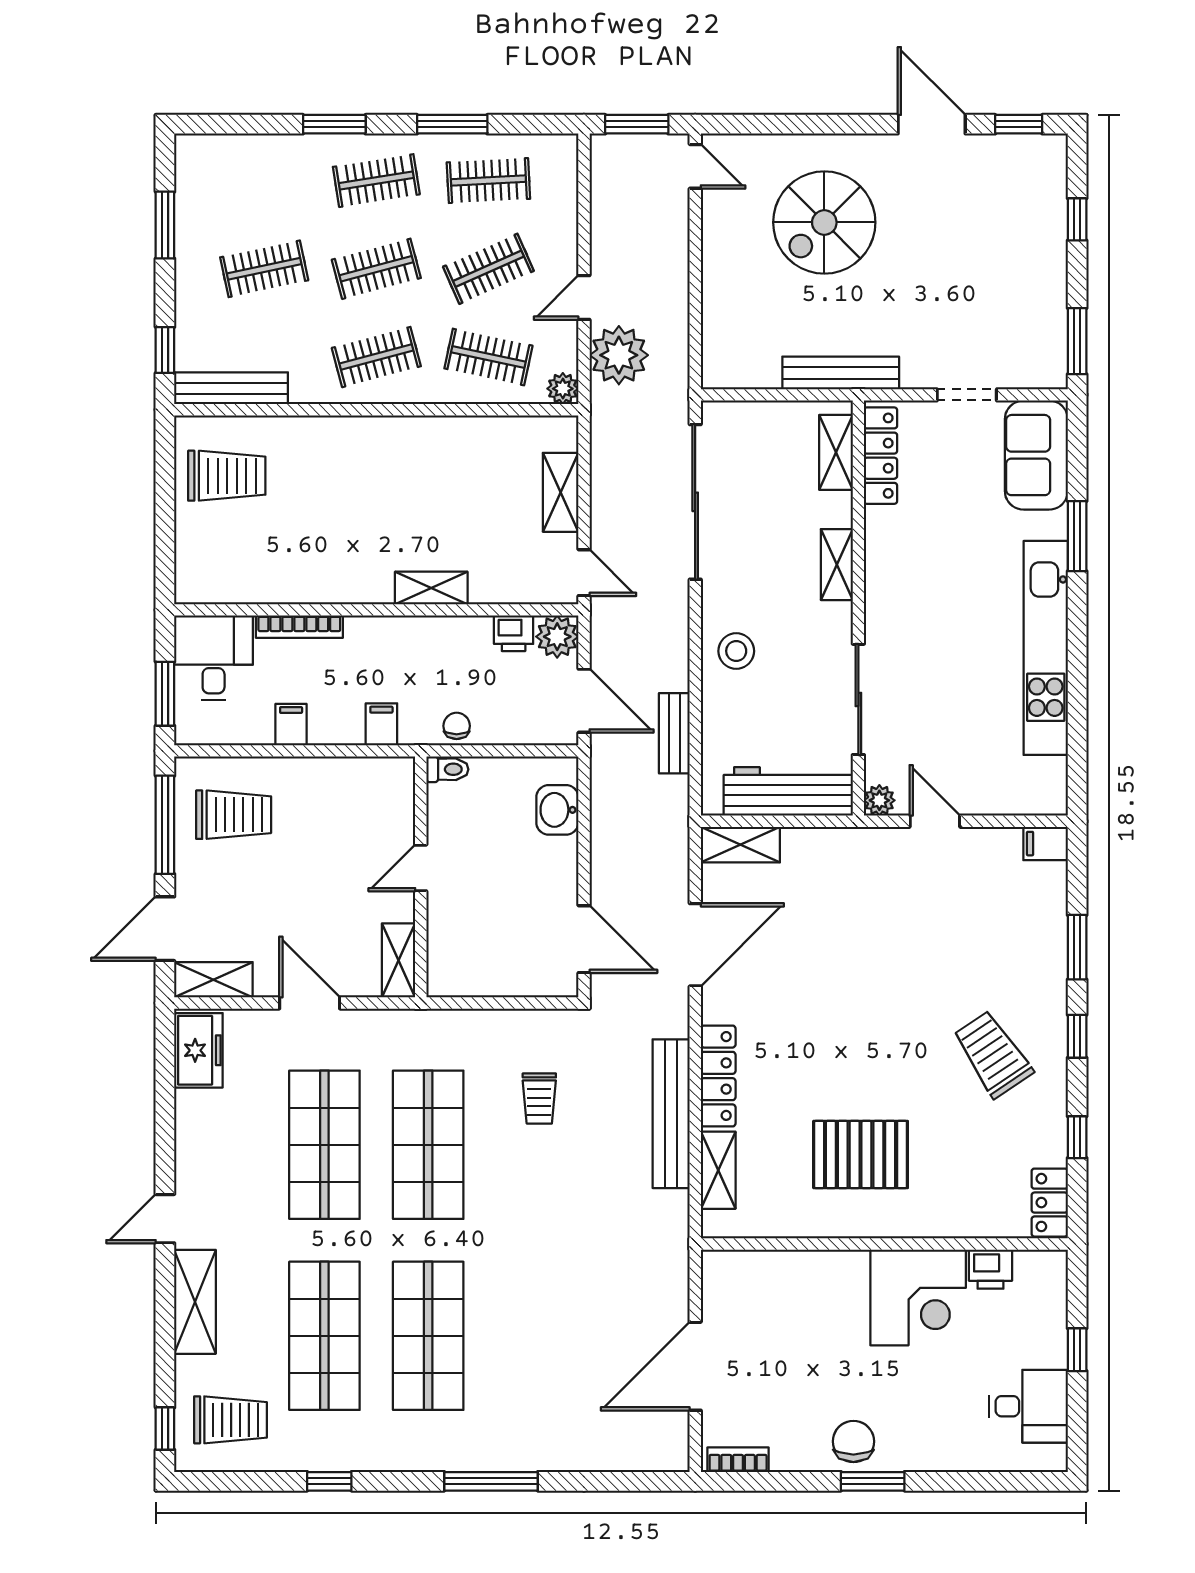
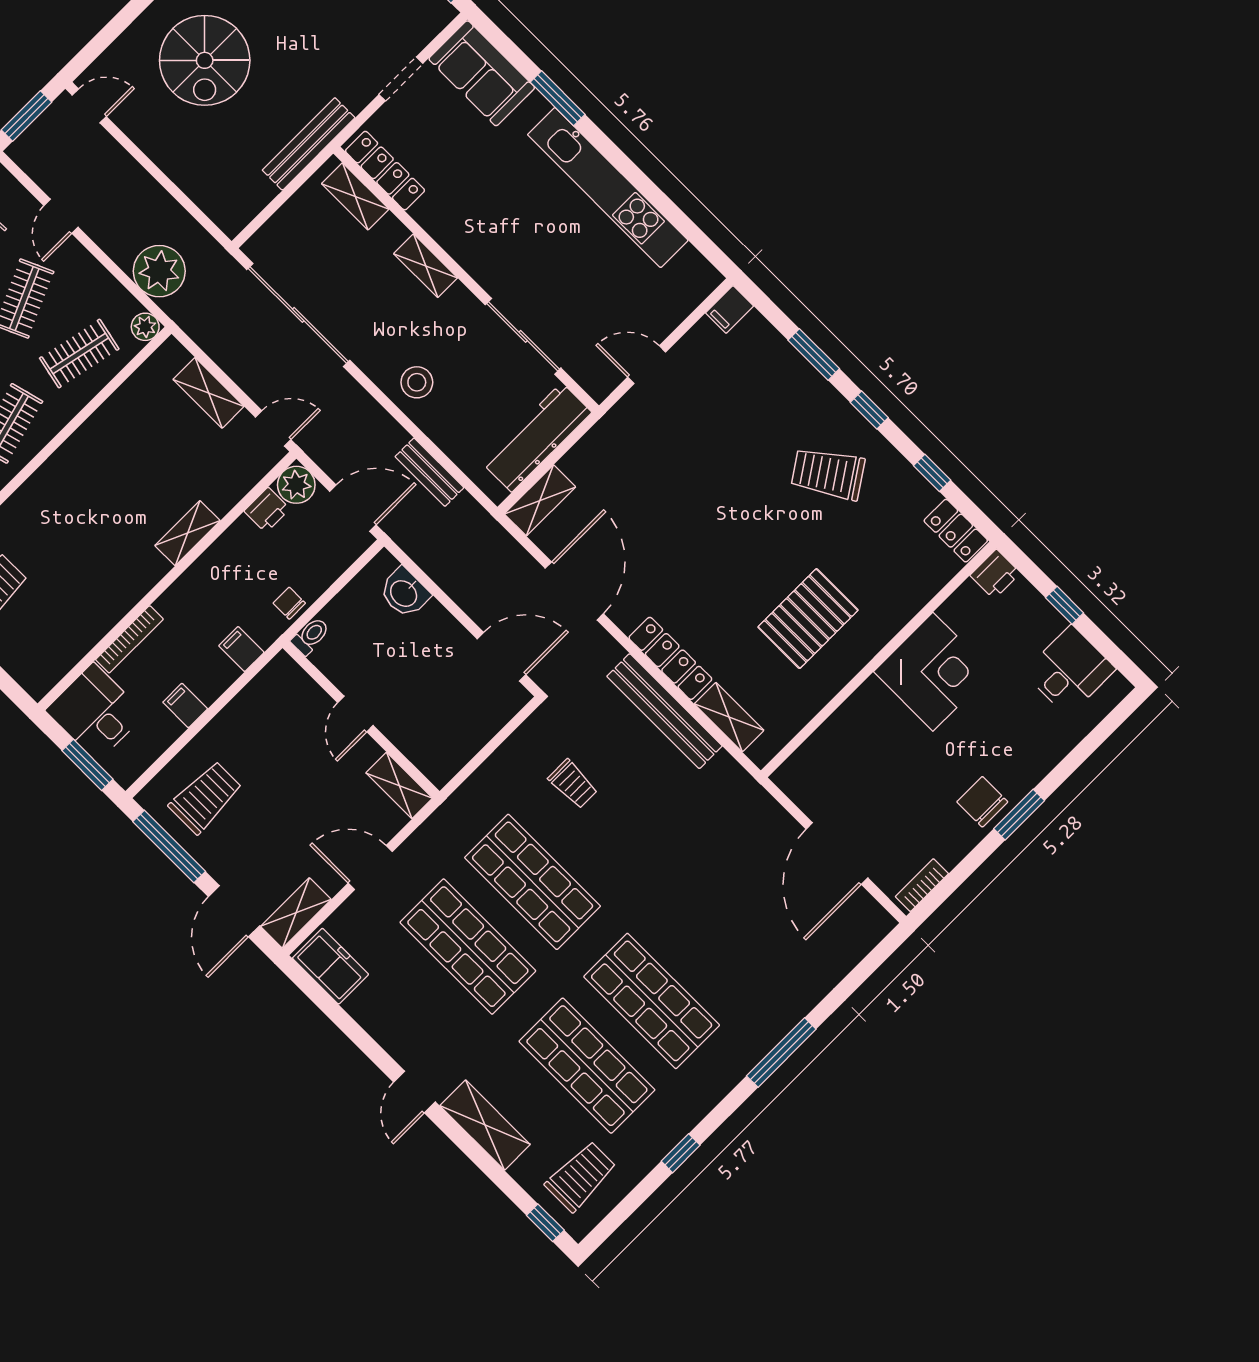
door: (584, 297) -> (61, 216), moved
plant: (879, 800) -> (599, 386), removed
printer: (990, 1269) -> (995, 574), moved

